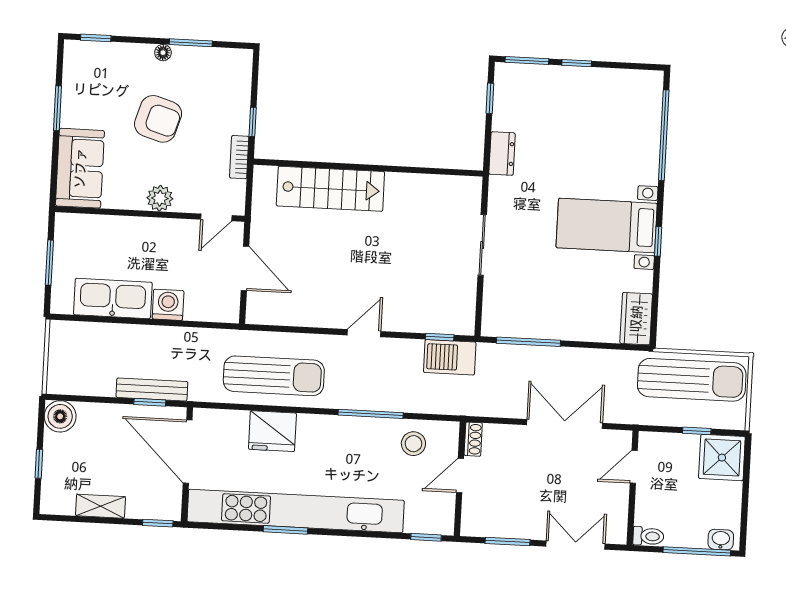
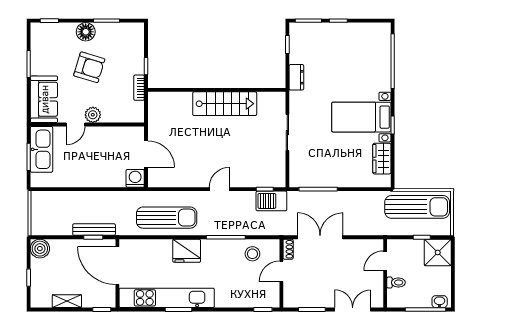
floor lamp: (163, 53) -> (86, 32), width x1.89, depth x1.89
stairs: (330, 189) -> (225, 104), moved
door: (216, 217) -> (75, 124), moved
kitchen sink: (113, 298) -> (41, 149), moved, turned 90
washing machine: (168, 305) -> (135, 178), moved
wardrobe: (636, 319) -> (382, 159), moved
double door: (565, 424) -> (320, 237), moved
fridge: (272, 431) -> (187, 251), moved
kitchen unit: (296, 511) -> (167, 298), width x0.73
toilet: (648, 536) -> (396, 283), moved

